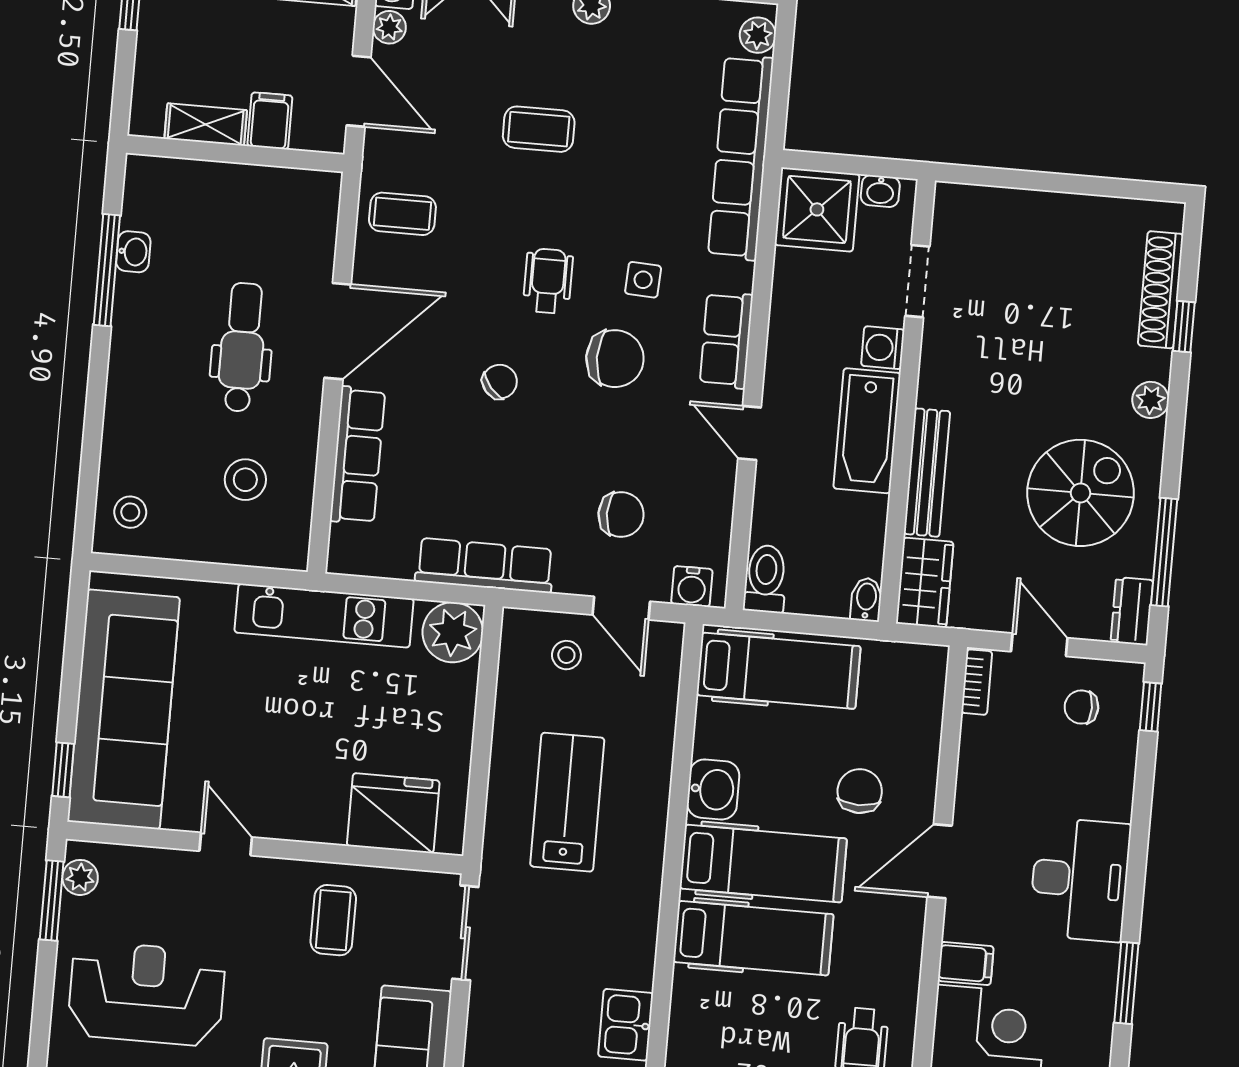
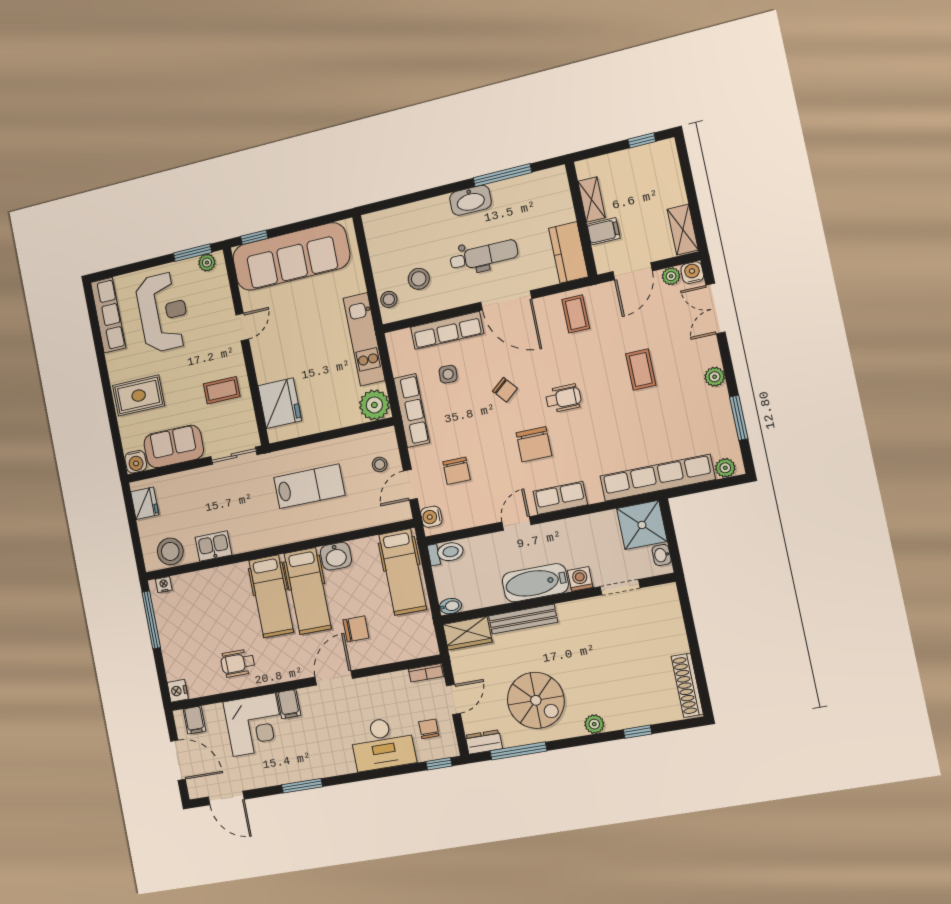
kitchen counter: (287, 194) -> (568, 252), added
washbasin: (133, 252) -> (470, 200), moved, width x1.91, depth x1.45
side table: (643, 280) -> (448, 374), moved
shoe rack: (1161, 290) -> (687, 685), moved, turned -90
stool: (130, 512) -> (389, 299), moved
door: (940, 861) -> (334, 678), hinge flipped
desk: (1080, 879) -> (383, 744), moved

